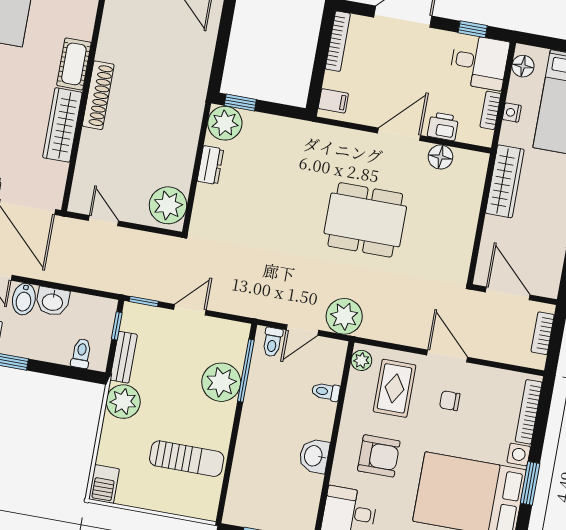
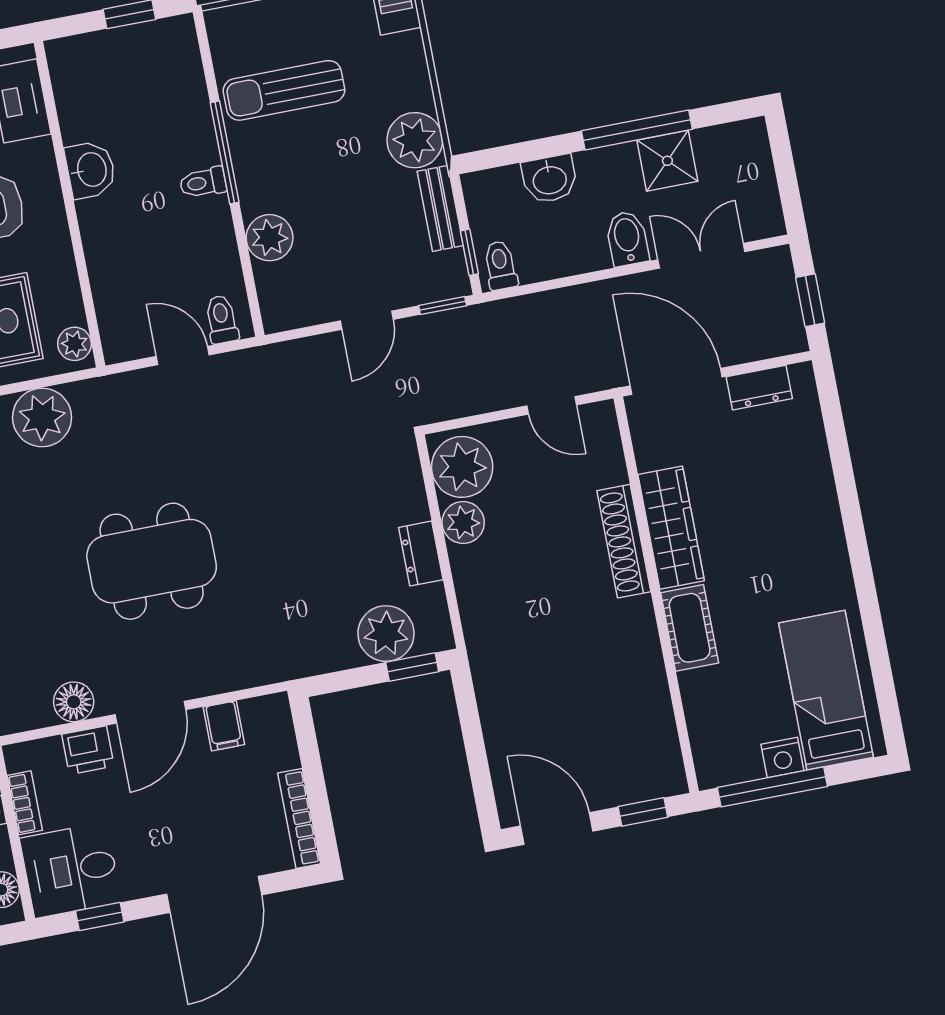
shoe rack: (98, 95) -> (624, 541), moved
filing cabinet: (333, 101) -> (224, 726), moved, turned -90
plant: (225, 123) -> (386, 634), moved
plant: (180, 174) -> (463, 523), added
washbasin: (53, 301) -> (550, 179), moved, turned 180
plant: (344, 316) -> (42, 417), moved
door: (302, 330) -> (183, 356), hinge flipped
toilet: (81, 353) -> (500, 265), moved, turned 180
window: (246, 371) -> (225, 152), moved
plant: (221, 382) -> (270, 238), width x0.73, depth x0.73
toilet: (326, 392) -> (203, 183), moved, turned 180

